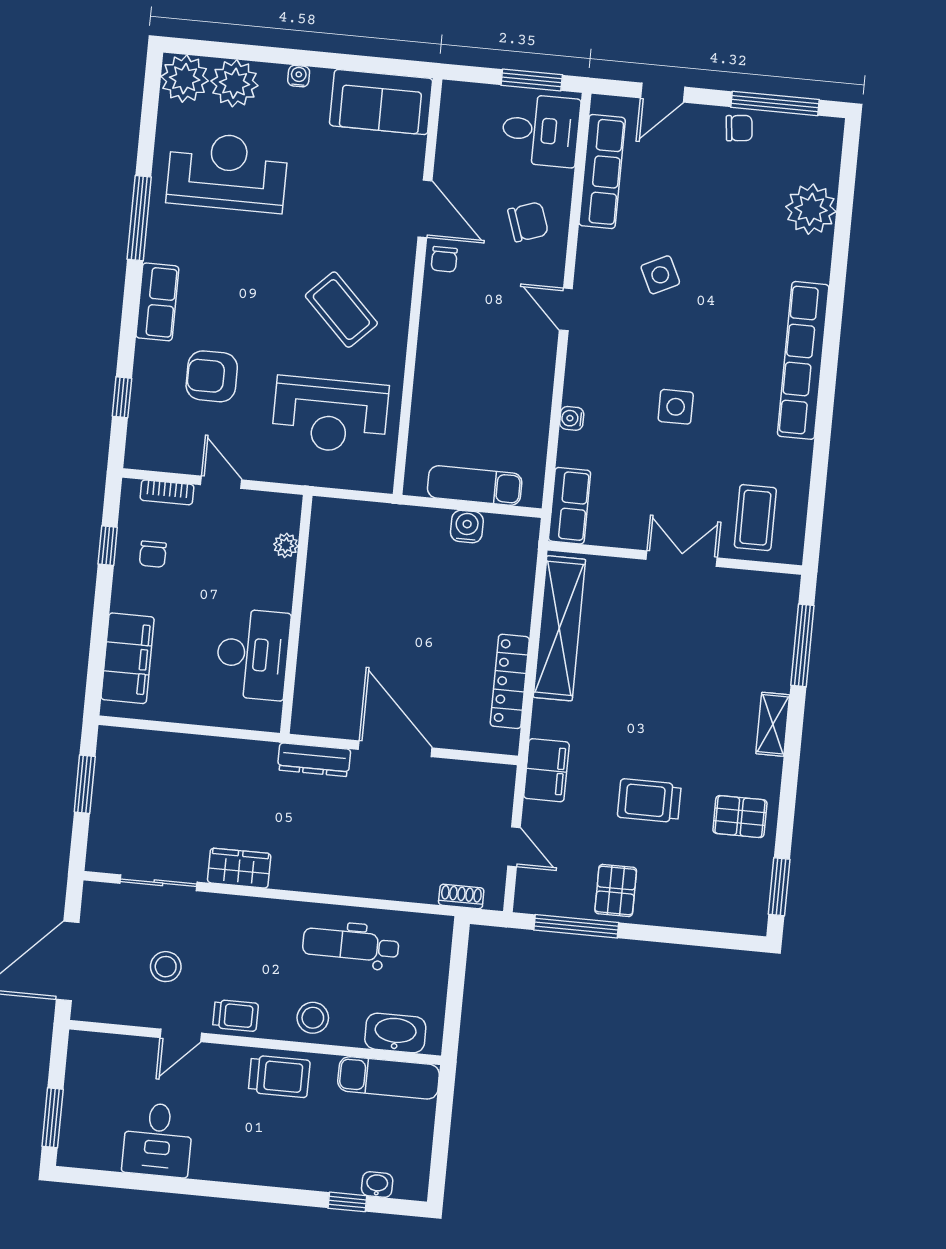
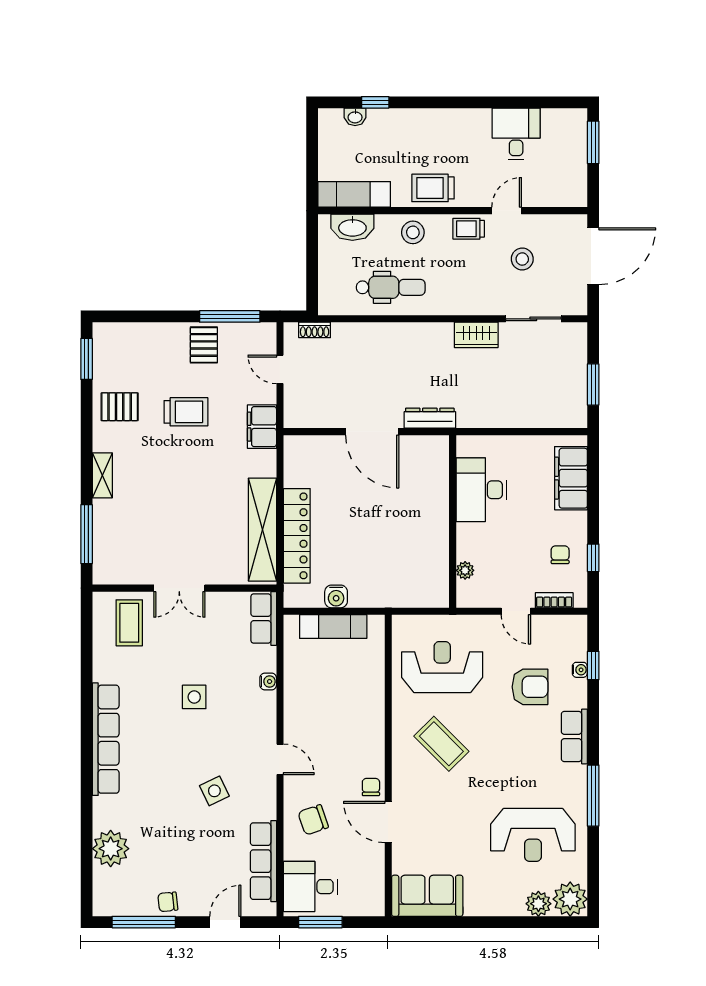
water cooler: (299, 76) -> (580, 670), moved, turned -90
plant: (235, 83) -> (538, 904), width x0.73, depth x0.73
locker: (510, 681) -> (297, 536), moved, width x1.41, depth x1.21

